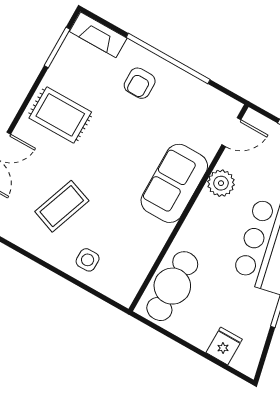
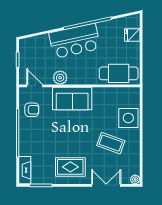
armchair: (140, 83) -> (32, 110), moved
rug: (60, 115) -> (70, 167), turned 90
side table: (88, 260) -> (128, 118), width x1.87, depth x1.87

